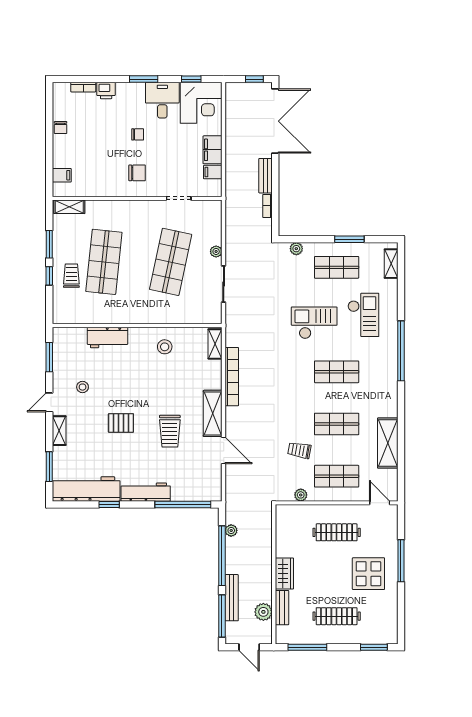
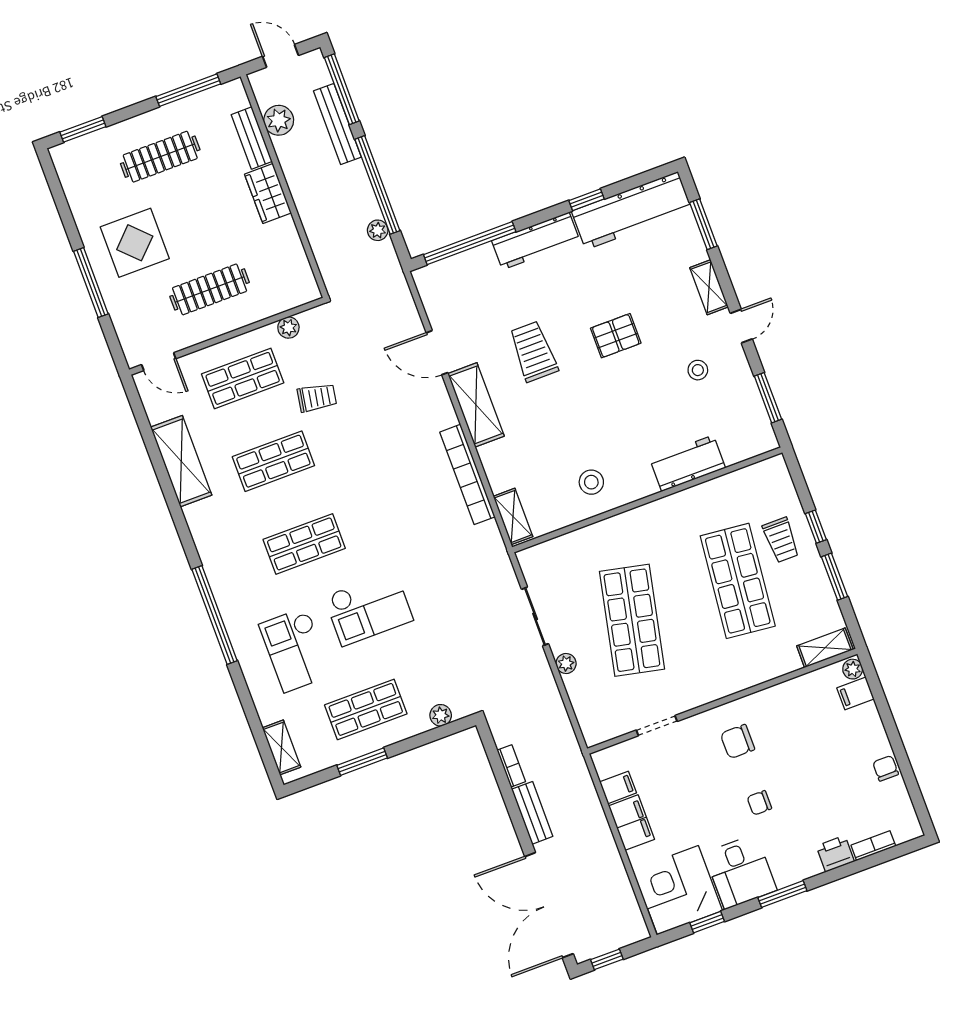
plant: (58, 189) -> (853, 669), added

